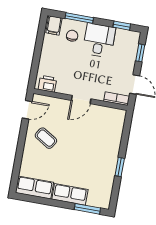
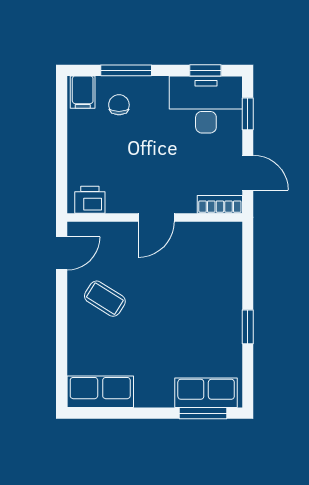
desk: (99, 40) -> (206, 104), moved, width x1.37
row of seats: (70, 194) -> (206, 393), moved

